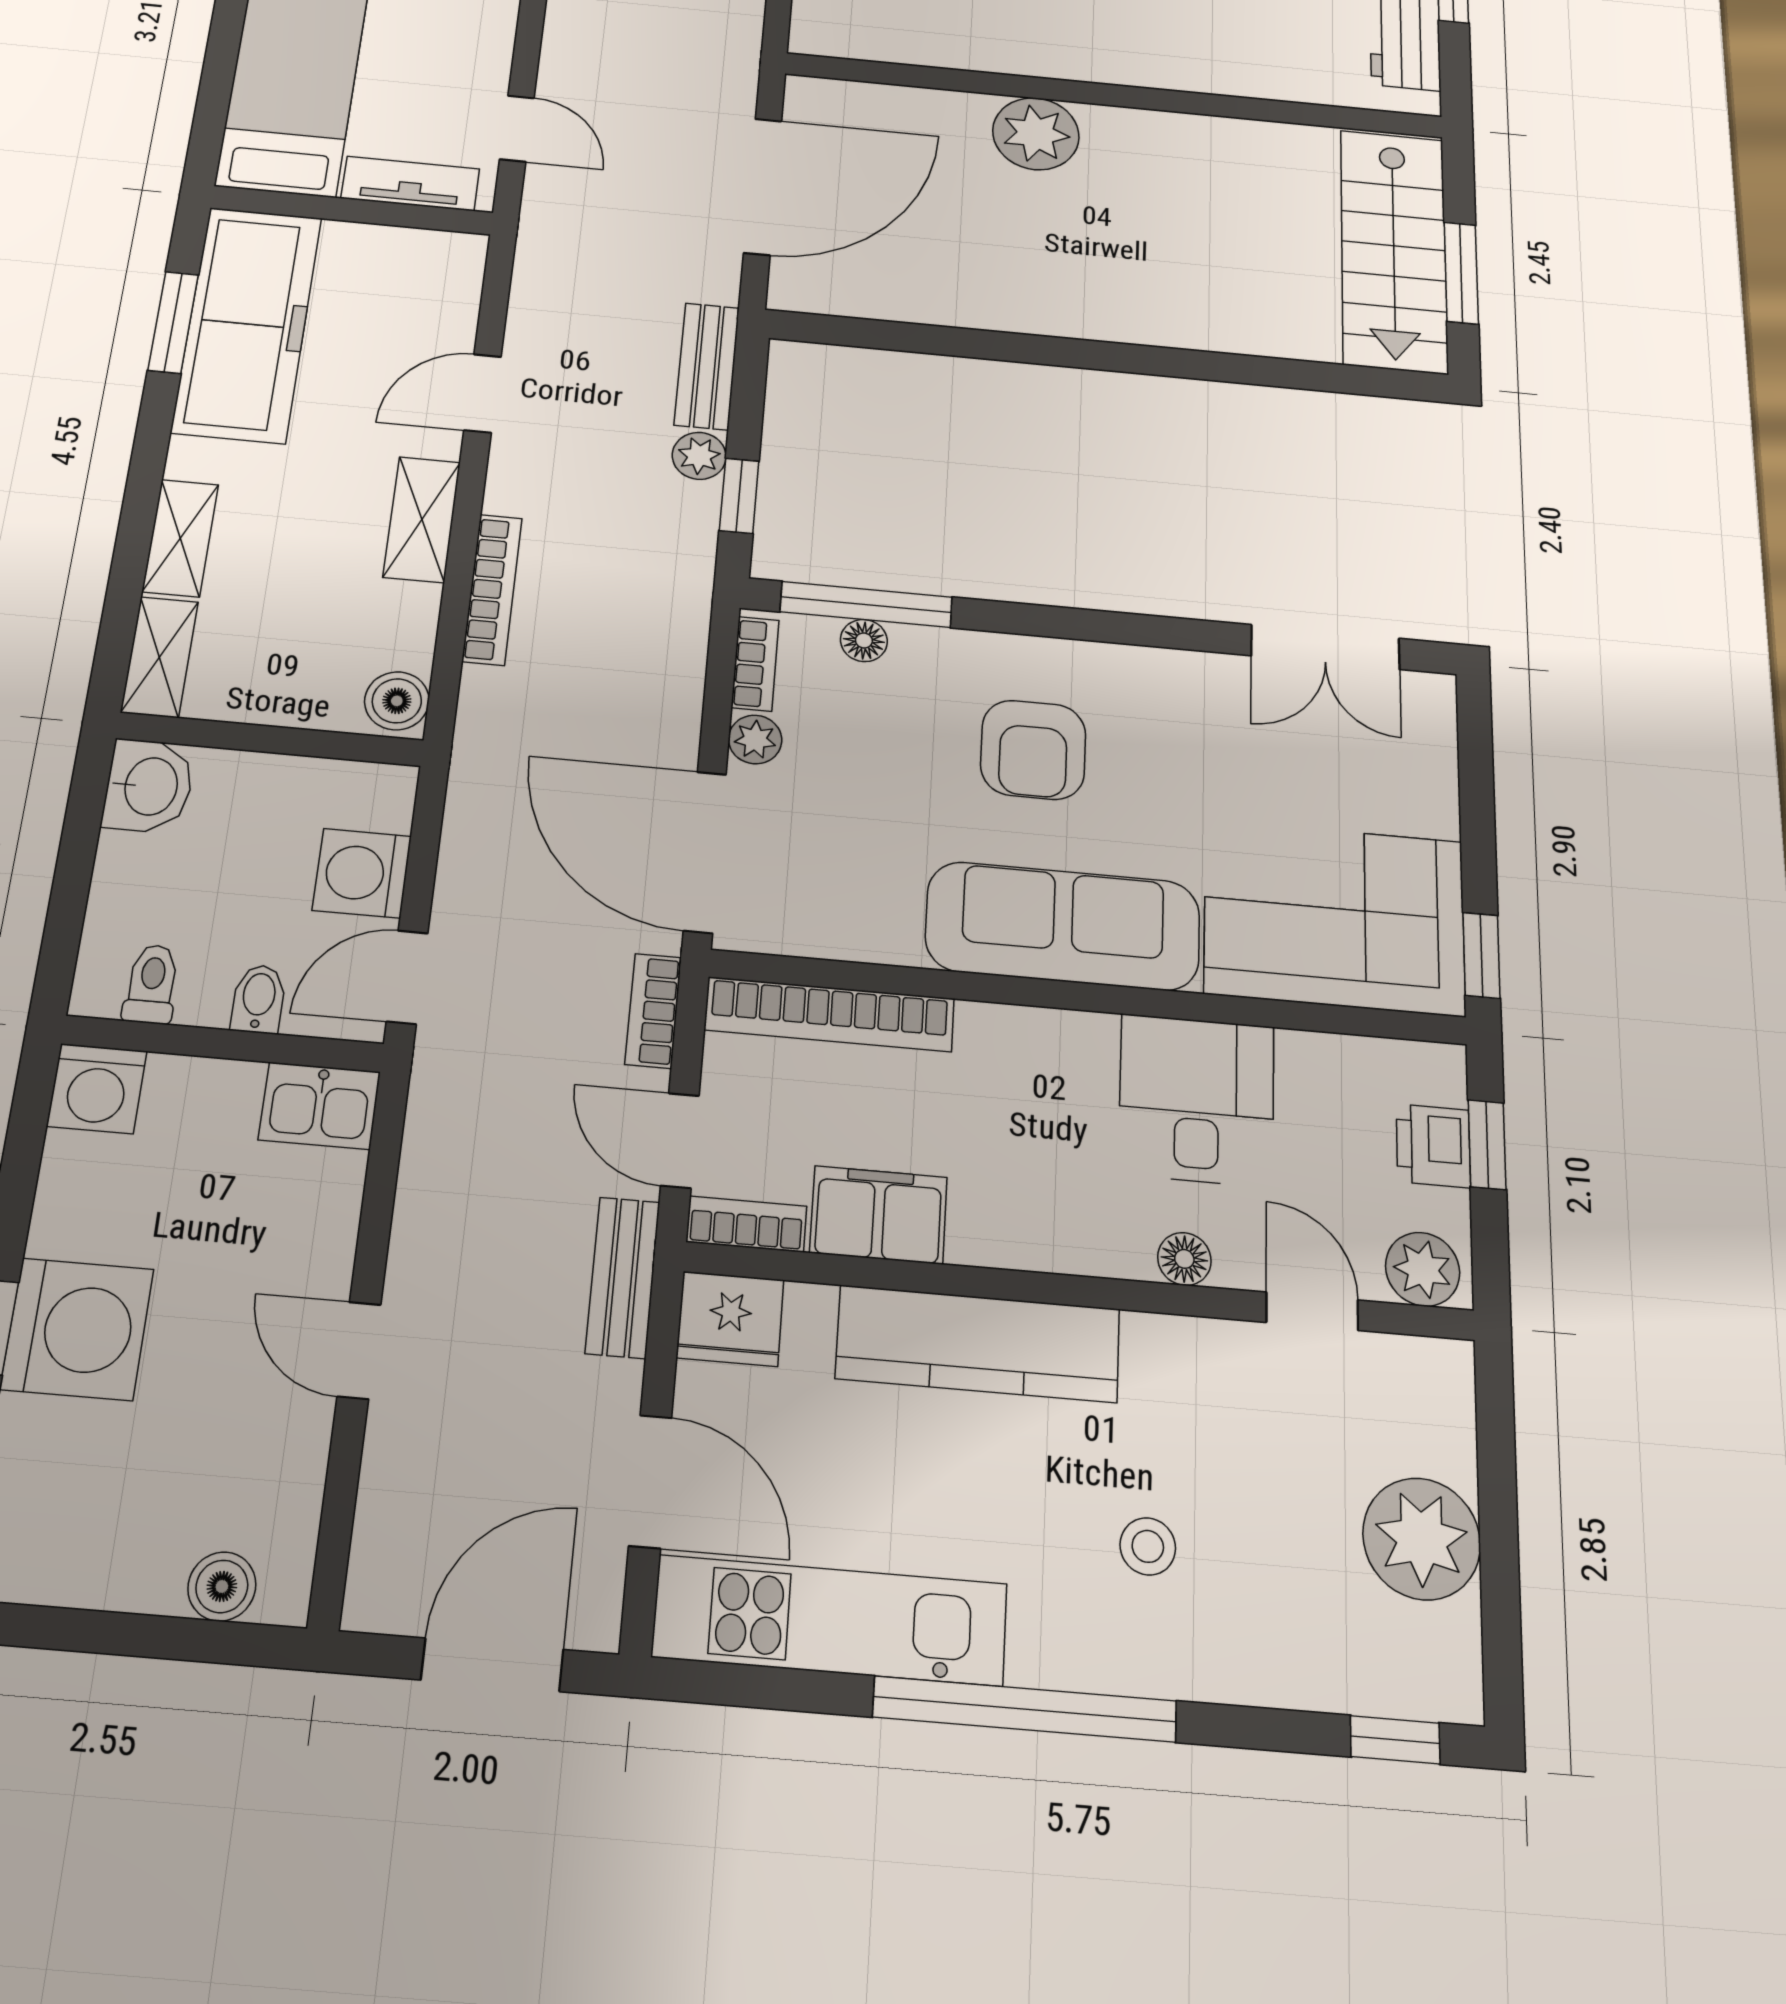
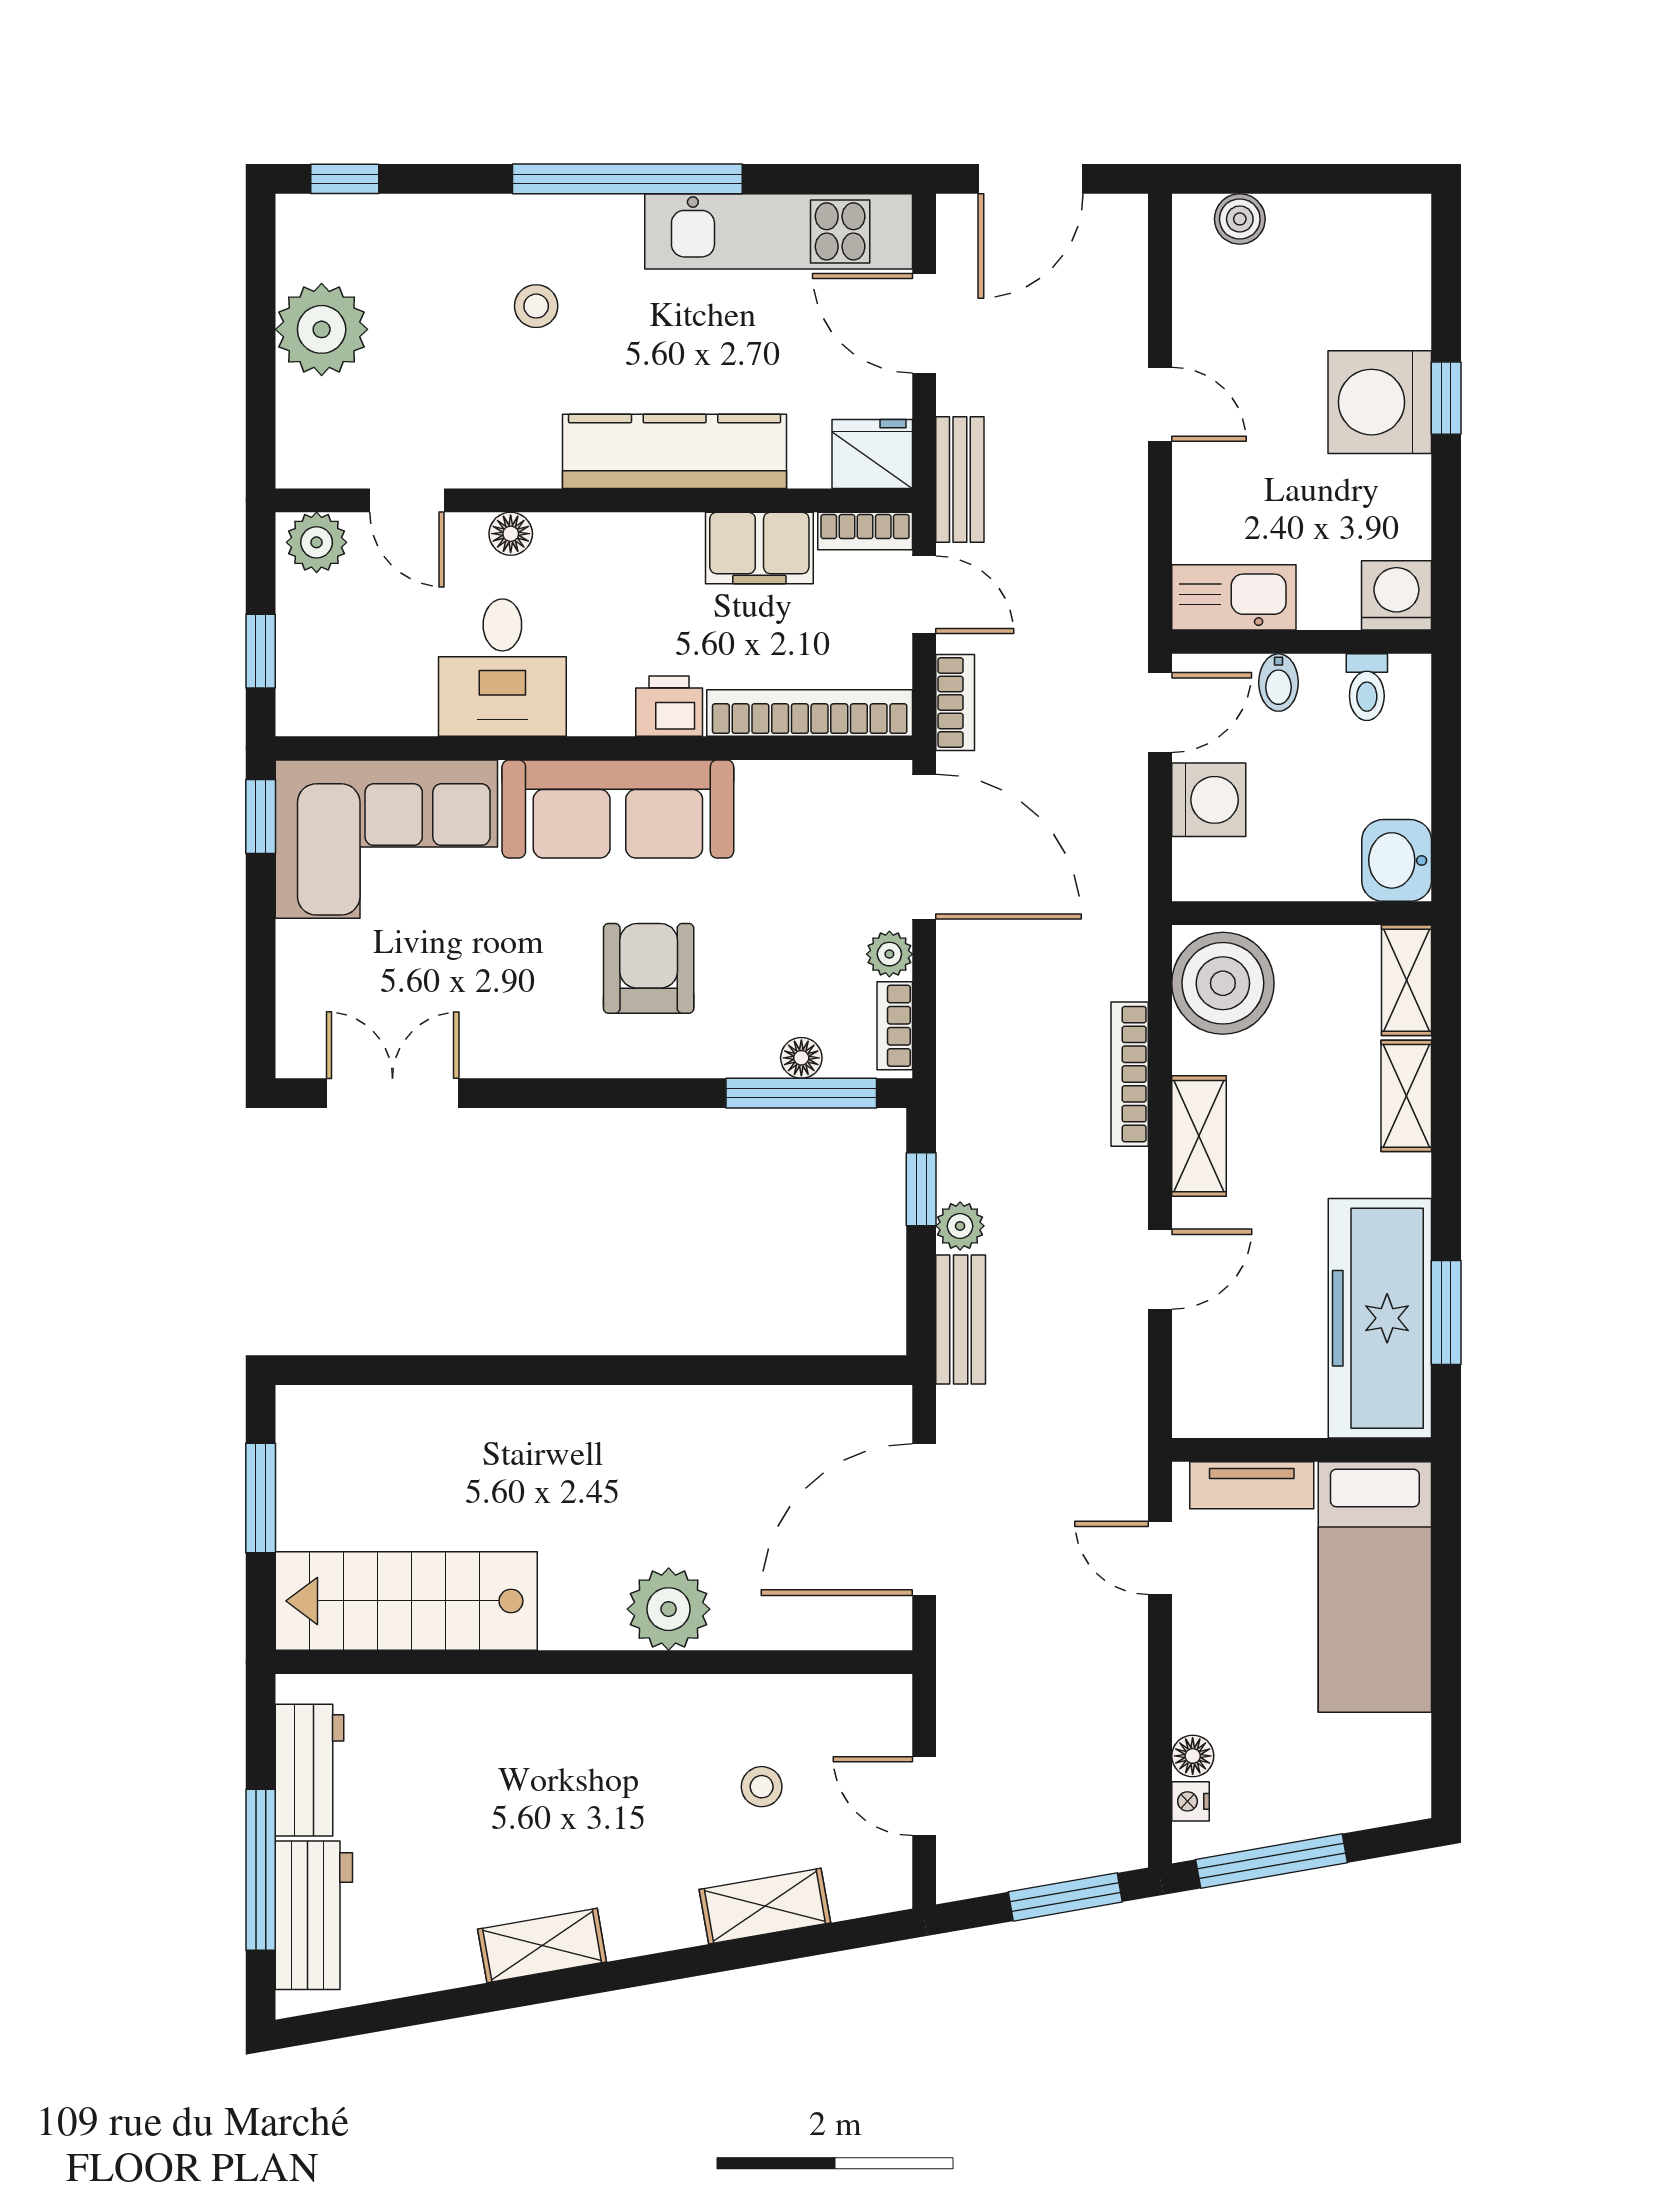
stairs: (1394, 251) -> (406, 1601), moved, turned -90
boiler: (397, 701) -> (1223, 983), width x1.86, depth x1.86
kitchen sink: (320, 1106) -> (1234, 597), width x1.38
printer: (1433, 1146) -> (669, 706), moved, turned -90

